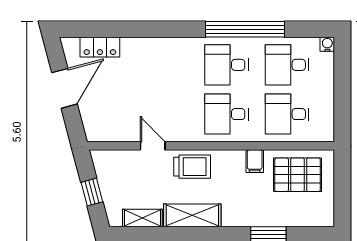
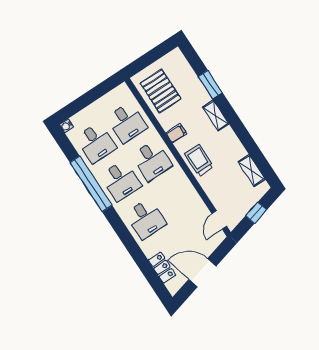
desk: (166, 65) -> (146, 219), added
door: (153, 146) -> (219, 220), moved
filing cabinet: (255, 161) -> (176, 133), moved
shelving: (192, 215) -> (216, 116), moved, width x0.67, depth x0.75

